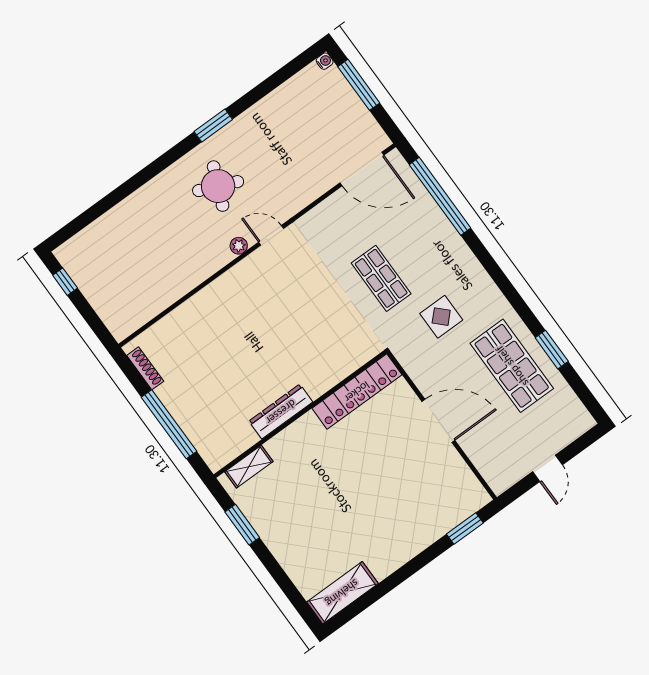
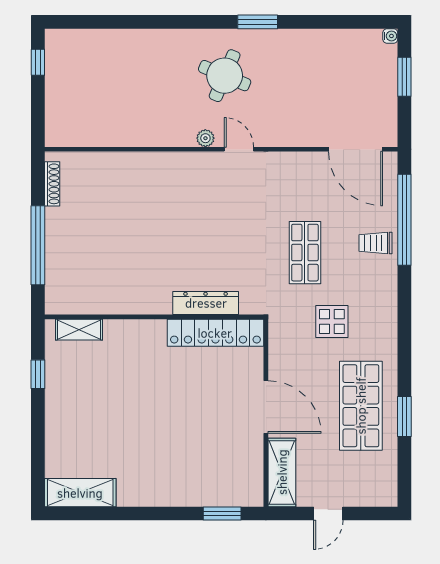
window: (359, 85) -> (404, 77), width x0.69
trolley: (431, 231) -> (376, 243), added
dresser: (281, 412) -> (206, 303), moved
shelving: (488, 463) -> (282, 472), added
window: (242, 525) -> (38, 374), width x0.67

